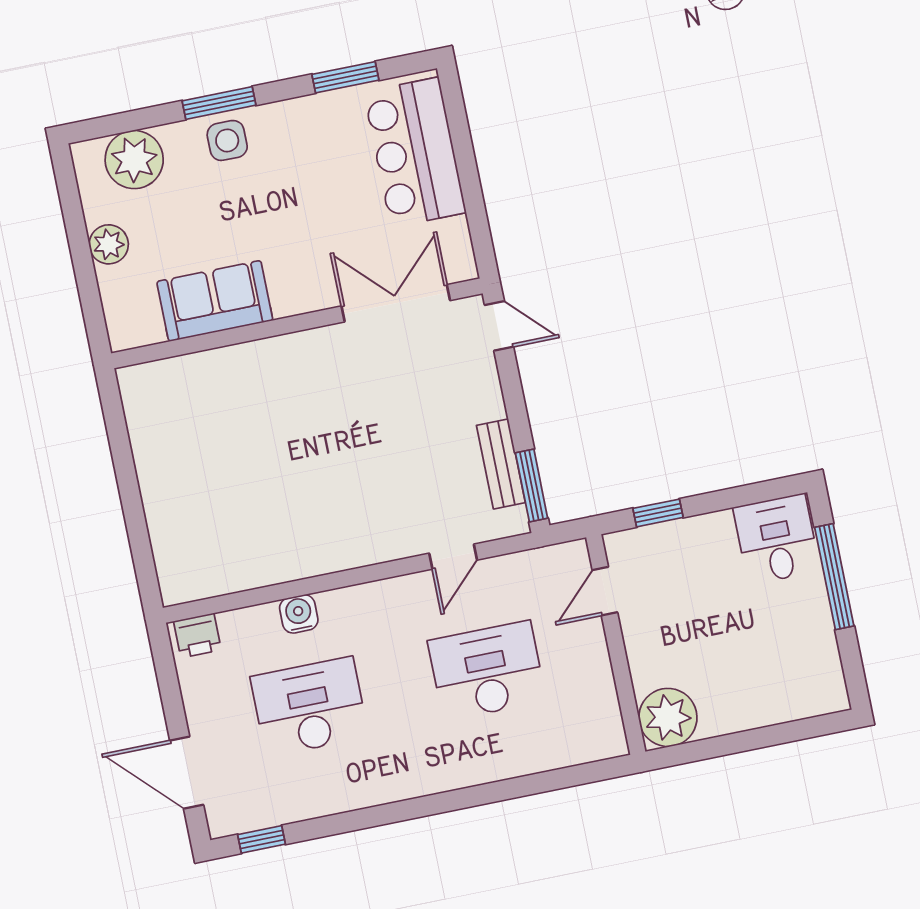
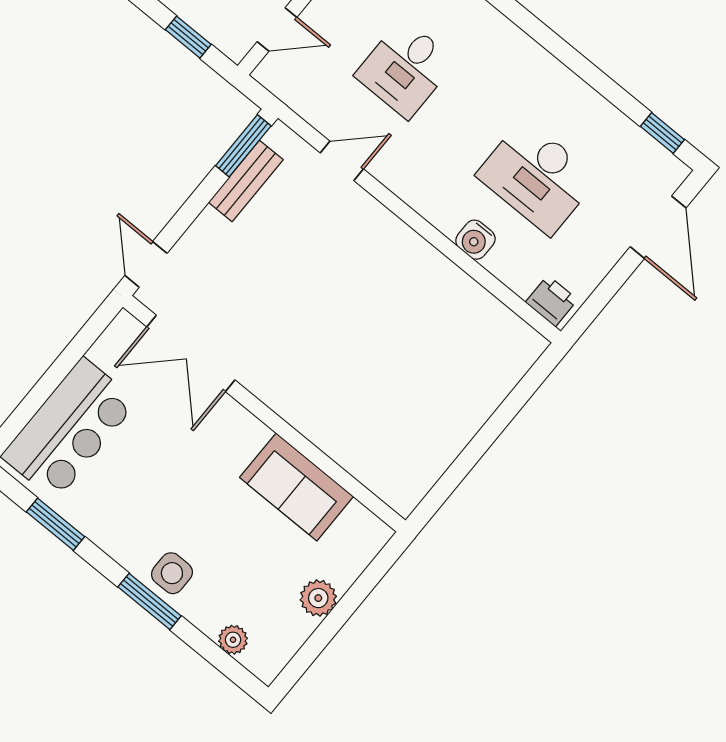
plant: (134, 160) -> (233, 640), width x0.53, depth x0.53
desk: (487, 671) -> (405, 68), width x0.73

